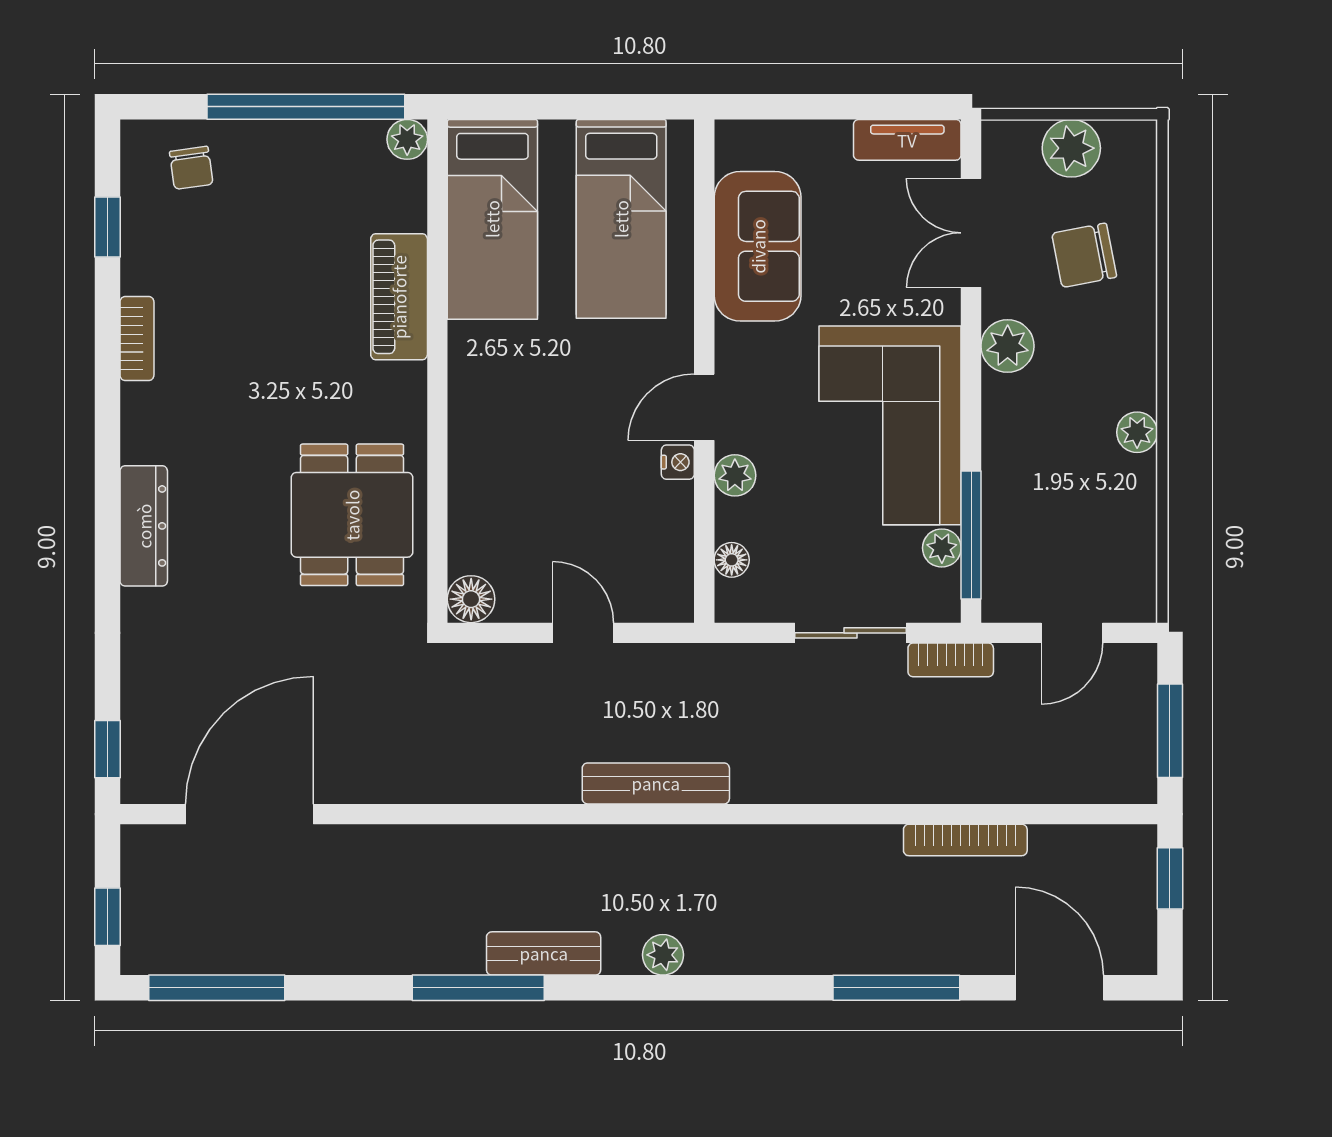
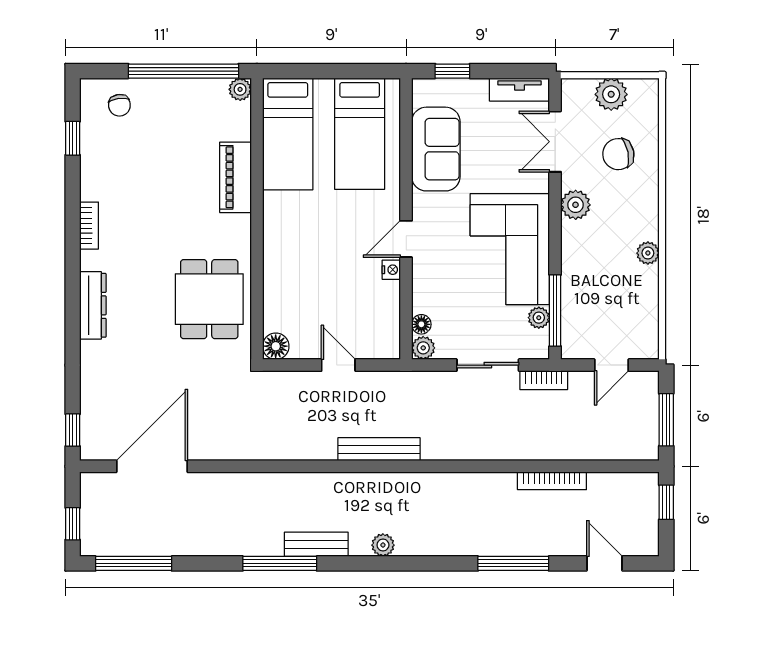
window: (787, 107) -> (452, 71), added
bookcase: (137, 339) -> (89, 226), moved
plant: (735, 475) -> (423, 348), moved
door: (1059, 988) -> (605, 563), width x0.73

